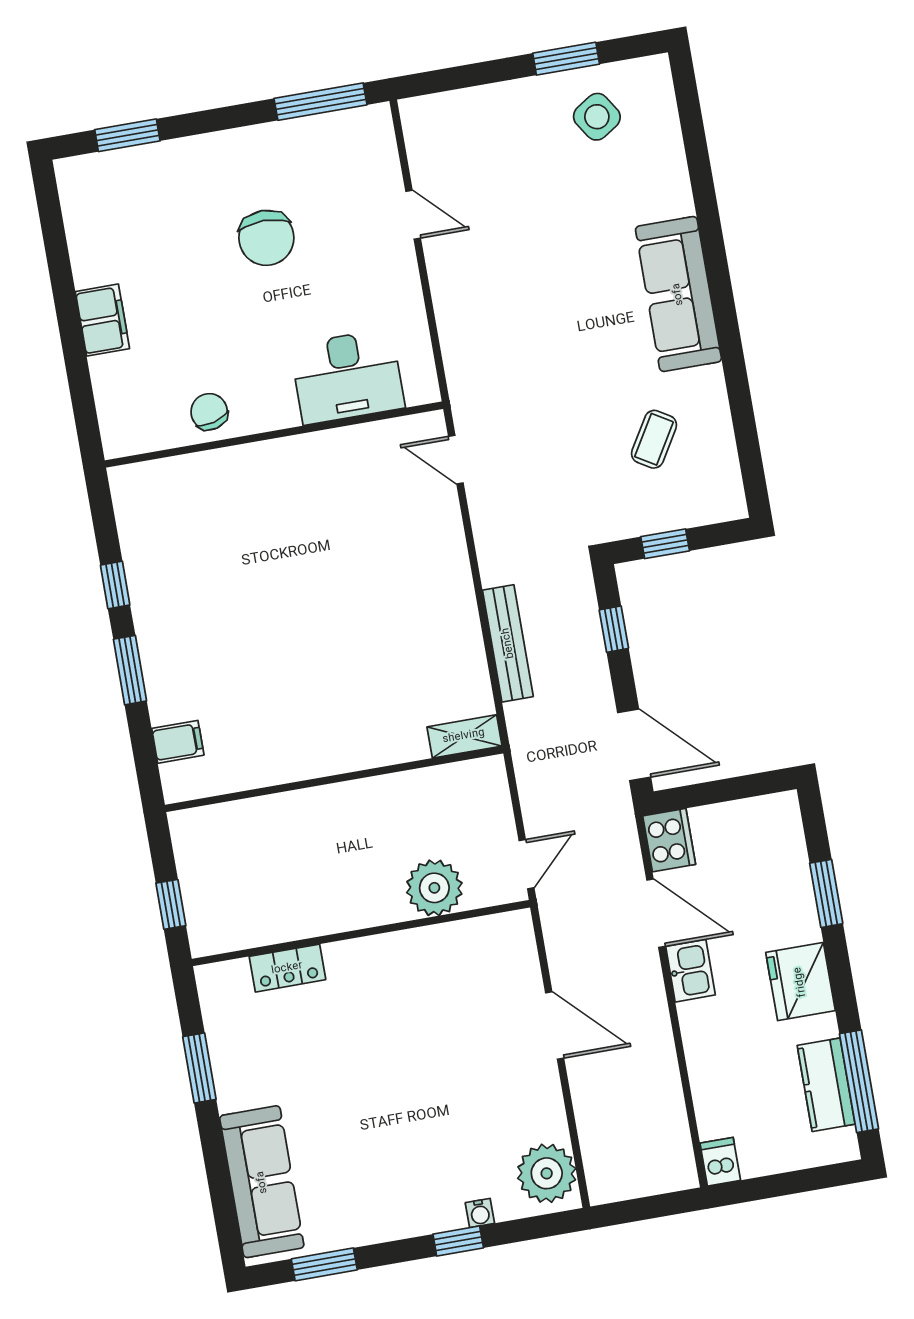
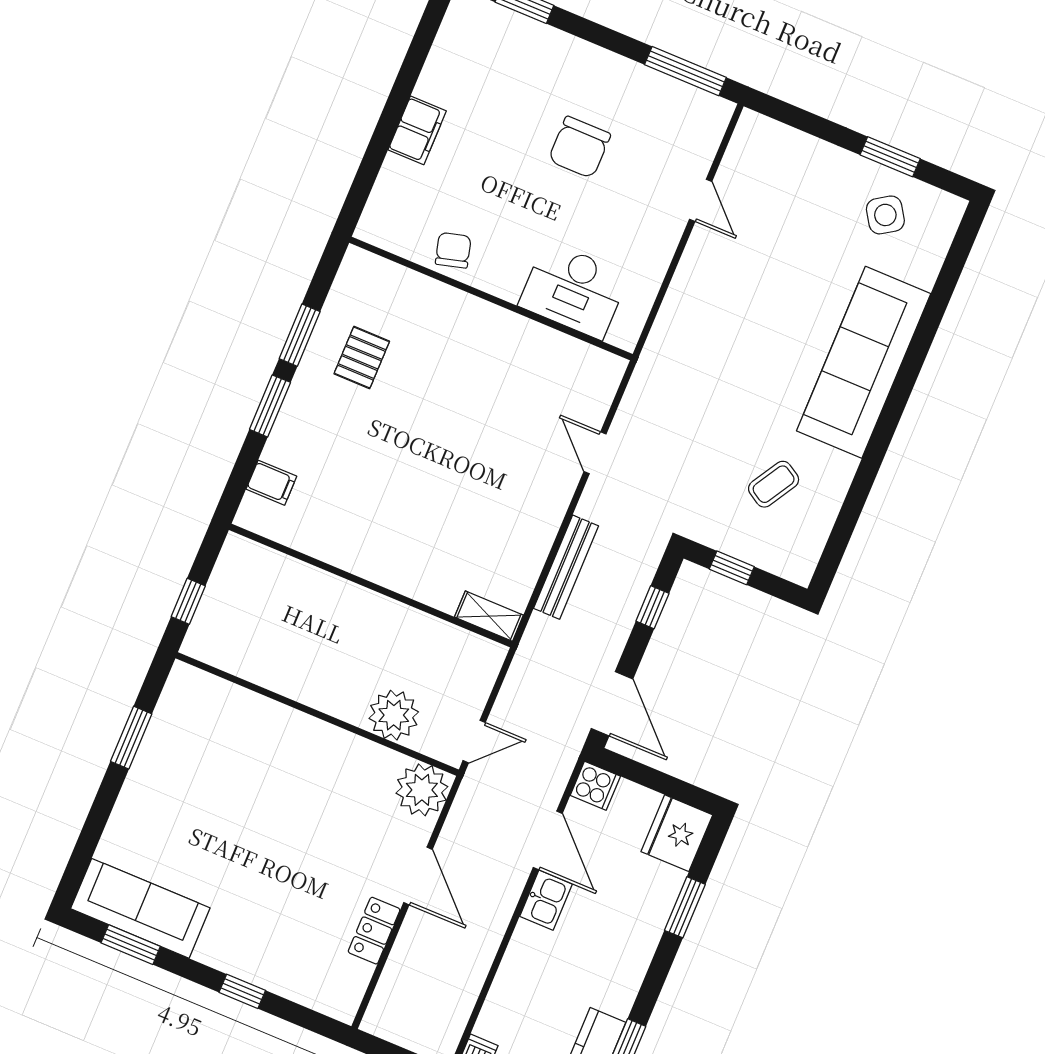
sofa: (678, 294) -> (864, 362), width x1.36, depth x1.27
door: (456, 460) -> (595, 453), moved
pallet: (188, 569) -> (362, 358), added
window: (115, 585) -> (300, 335), width x1.50
cooker: (669, 840) -> (595, 786), width x0.73
locker: (287, 968) -> (374, 931), moved, turned 90
fridge: (800, 982) -> (677, 833), moved
plant: (547, 1173) -> (422, 790), moved
sofa: (262, 1182) -> (140, 908), moved, turned -90
water cooler: (480, 1213) -> (272, 981), removed

